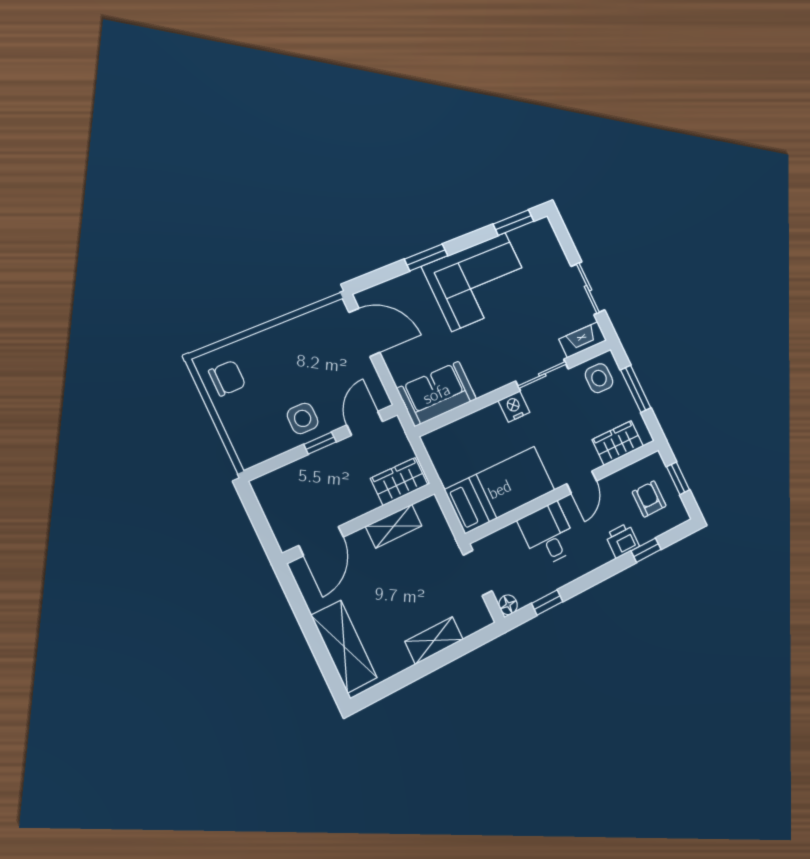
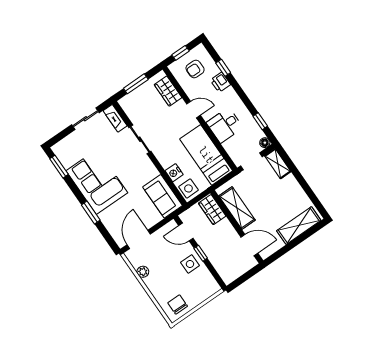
plant: (302, 326) -> (143, 272), added
side table: (599, 378) -> (188, 188), moved
nightstand: (514, 407) -> (174, 173), moved
shelving: (394, 526) -> (237, 208), width x1.50, depth x1.33
shelving: (434, 640) -> (278, 164), moved

